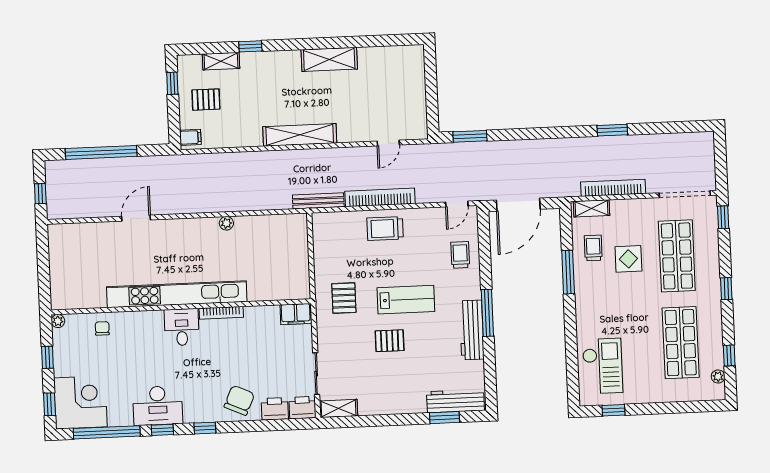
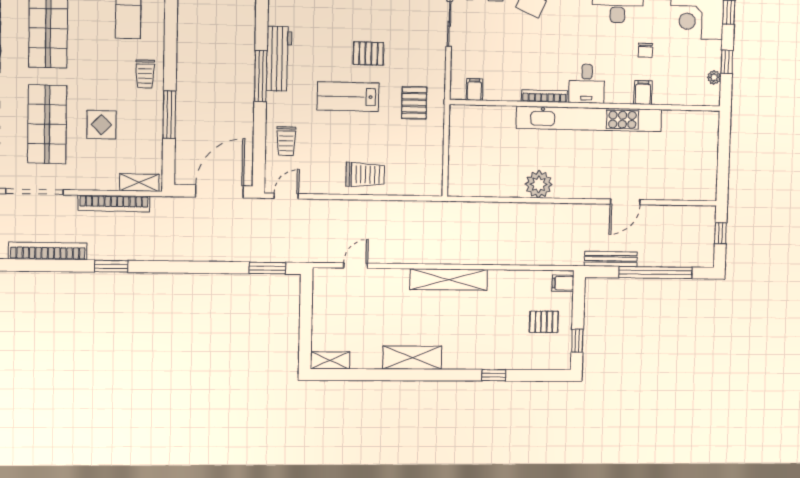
shelving: (221, 61) -> (330, 360), moved
bookcase: (380, 197) -> (48, 251), moved, turned 180
bench: (318, 201) -> (611, 259), moved
plant: (226, 223) -> (539, 184), width x1.88, depth x1.88
trolley: (593, 248) -> (145, 74), moved
filing cabinet: (296, 314) -> (474, 89), width x0.50
plant: (58, 321) -> (714, 77), moved
filing cabinet: (127, 323) -> (643, 93), added
chair: (102, 328) -> (645, 50), moved

